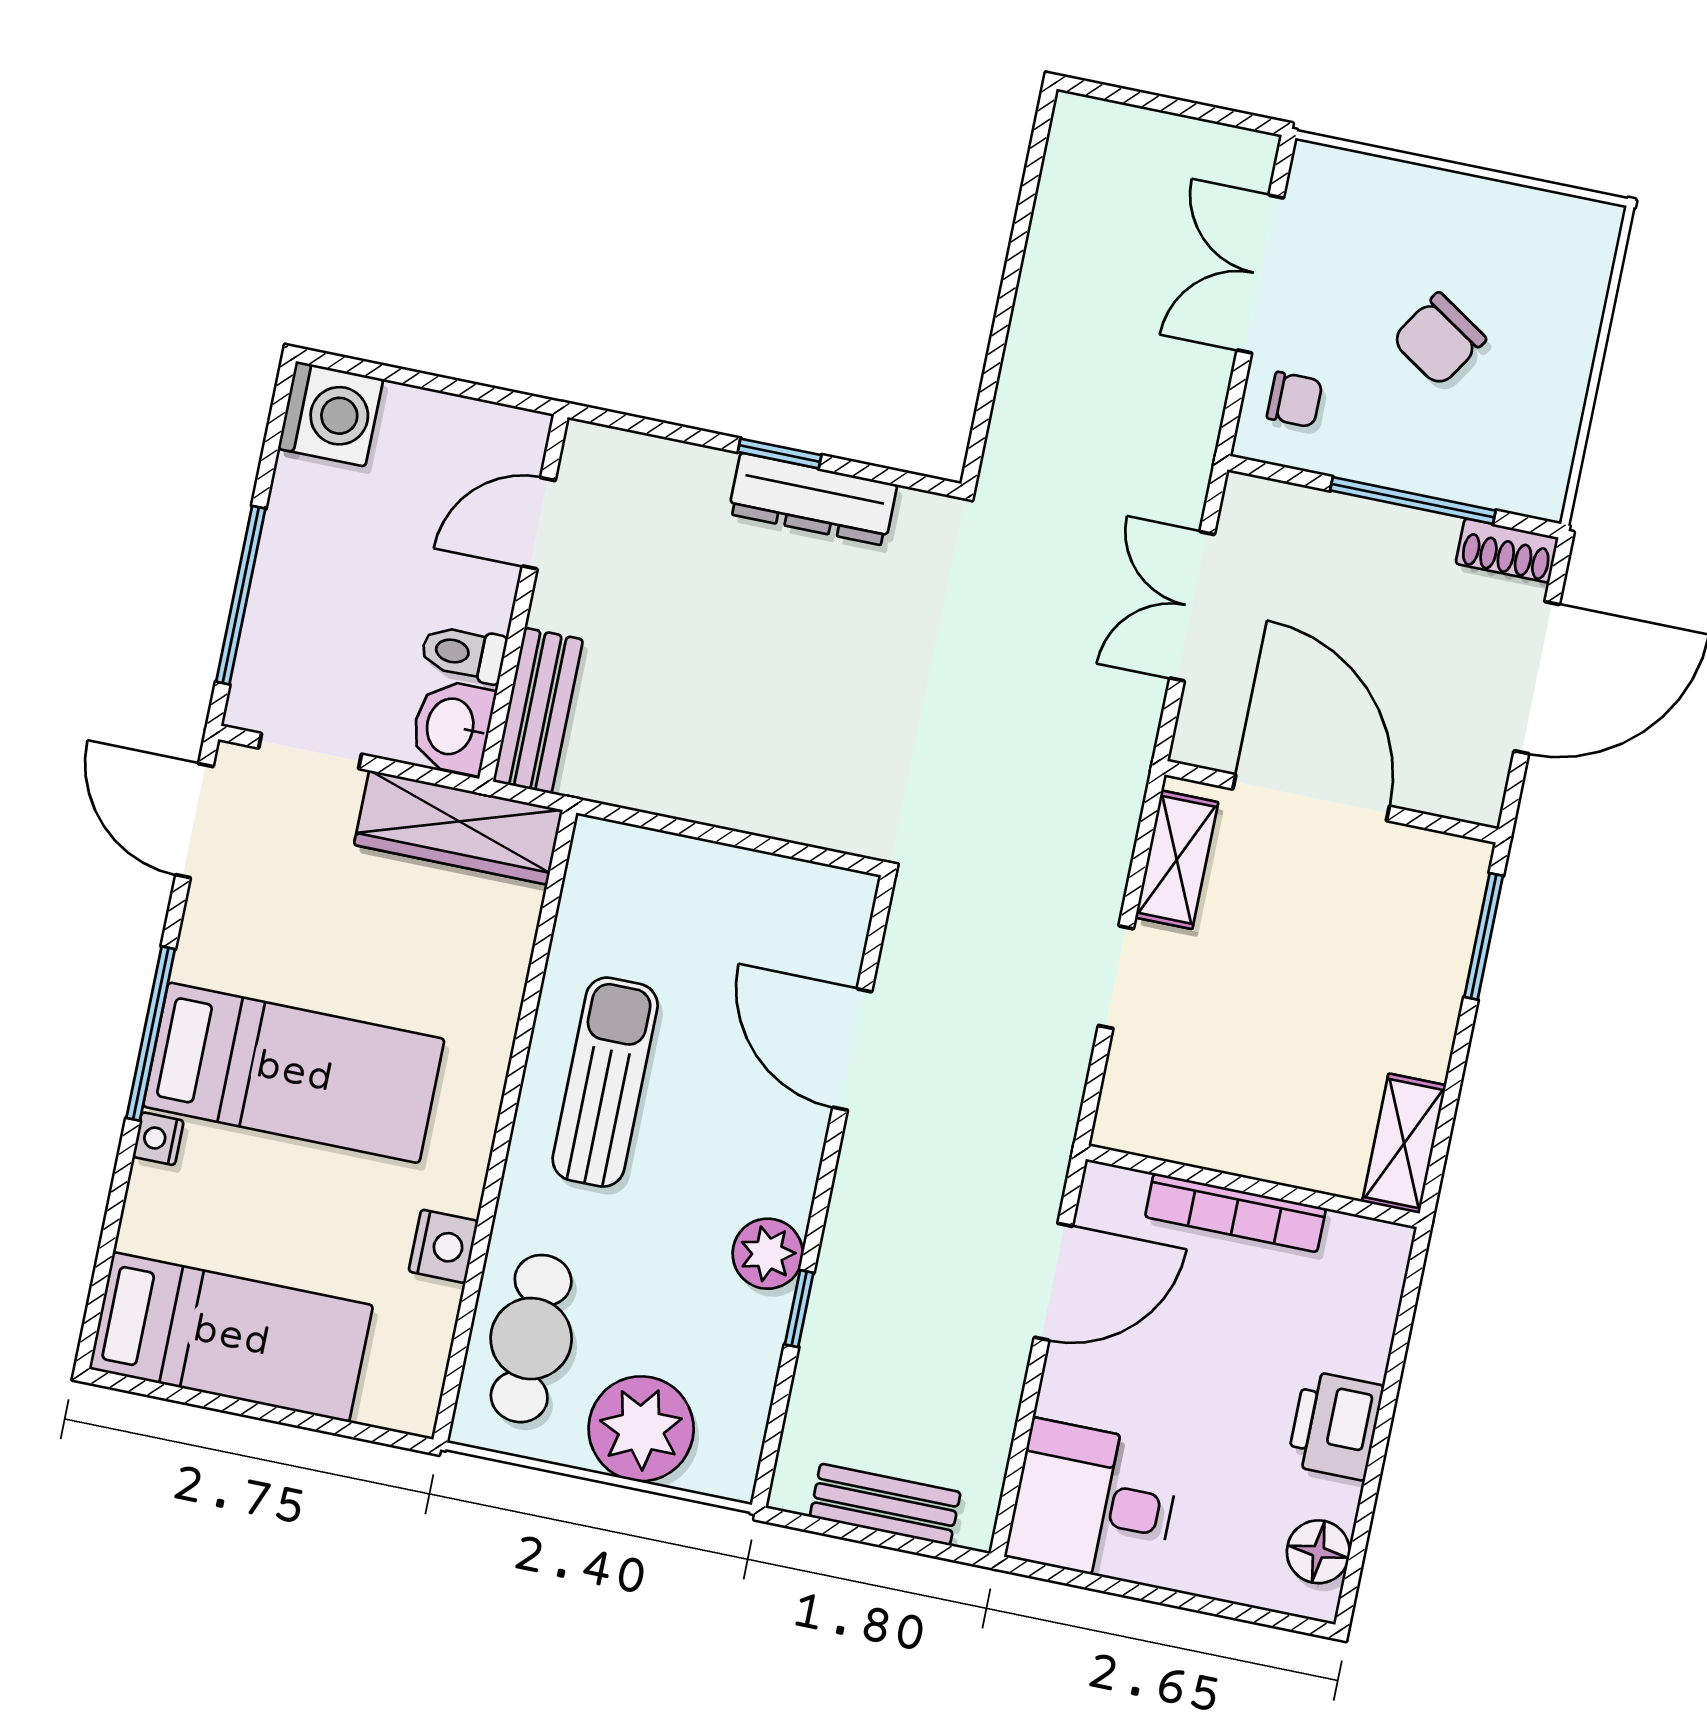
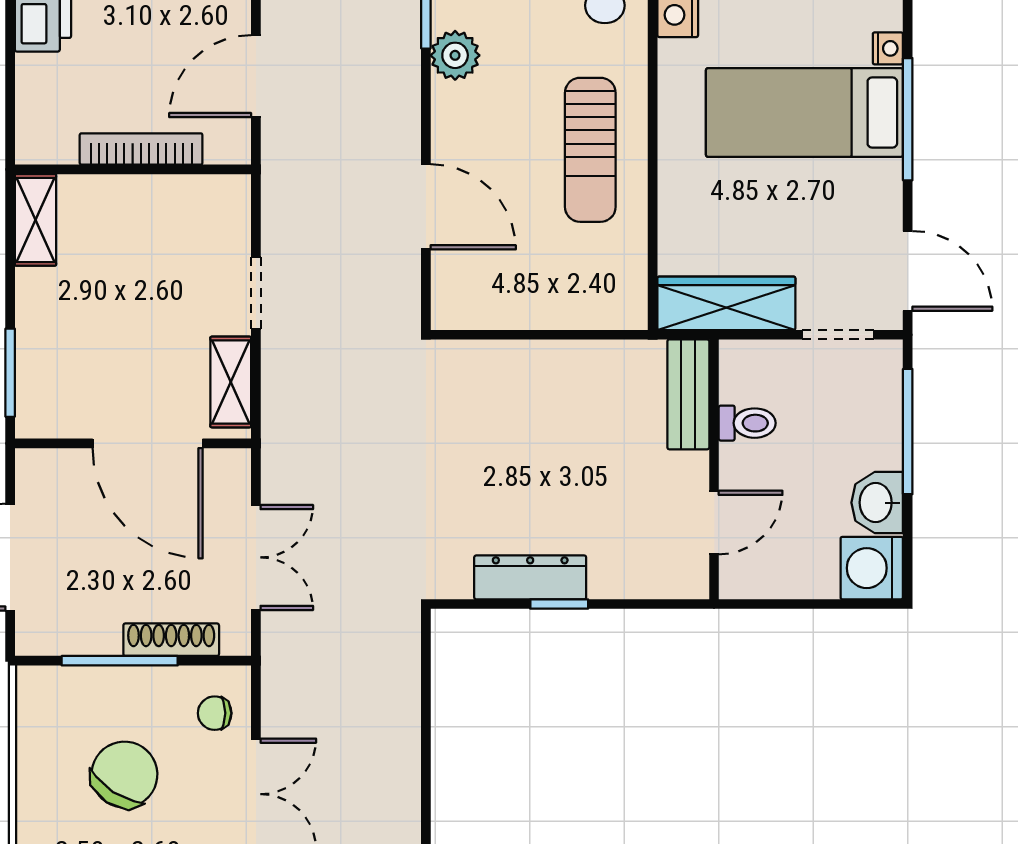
chair: (1439, 339) -> (124, 775), width x1.37, depth x1.37
shoe rack: (1507, 551) -> (171, 640), moved, width x1.43
washbasin: (452, 727) -> (877, 503), moved, turned 180

